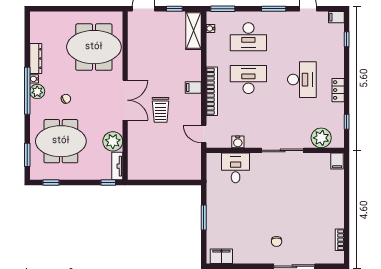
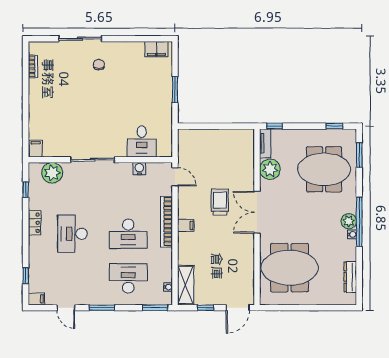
dresser: (36, 59) -> (350, 277), moved
chair: (66, 99) -> (319, 214), removed

